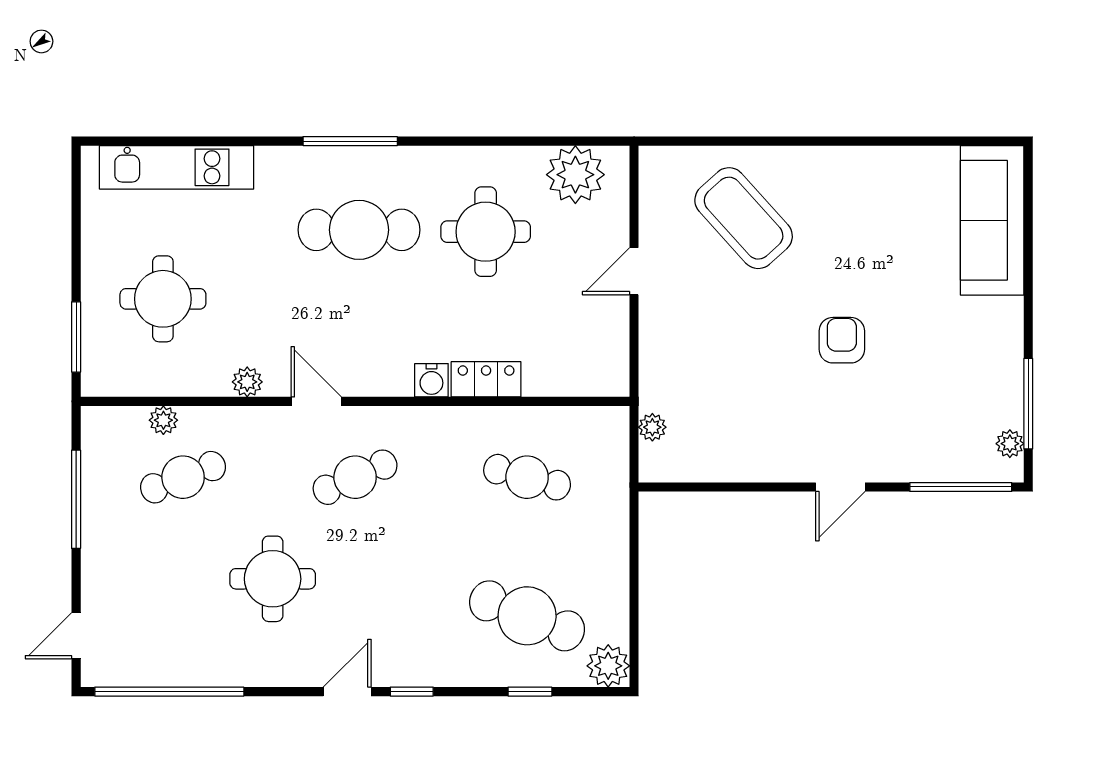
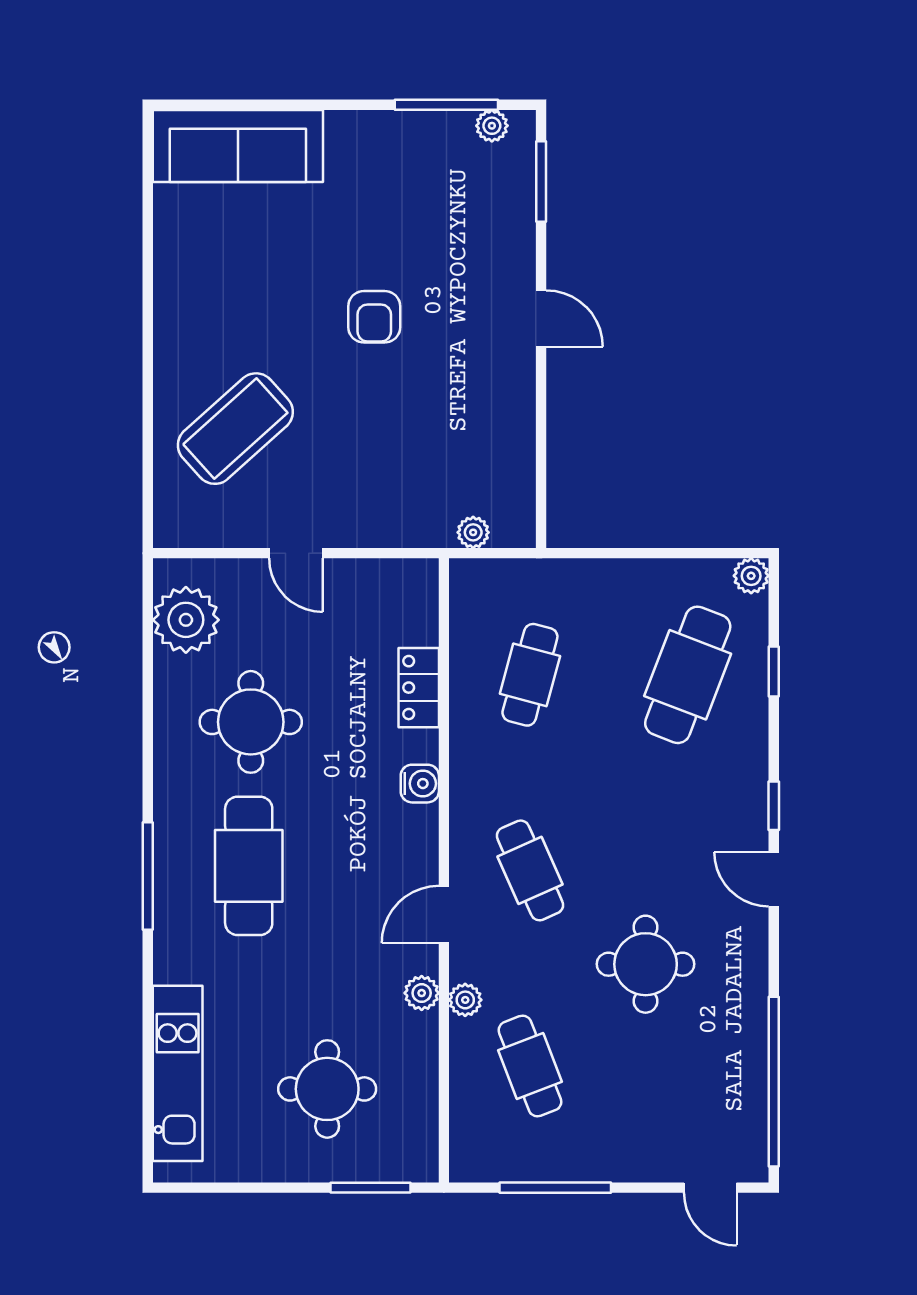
armchair: (842, 340) -> (374, 317), turned -90
locker: (486, 379) -> (419, 688), moved
plant: (163, 420) -> (465, 1000), moved
window: (961, 487) -> (541, 182), width x0.69
plant: (608, 666) -> (751, 576), width x0.73, depth x0.73

